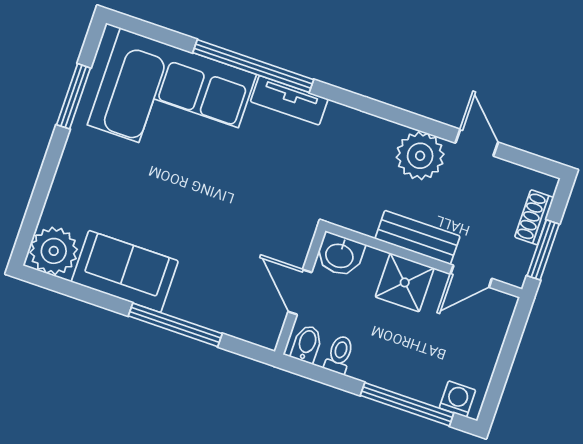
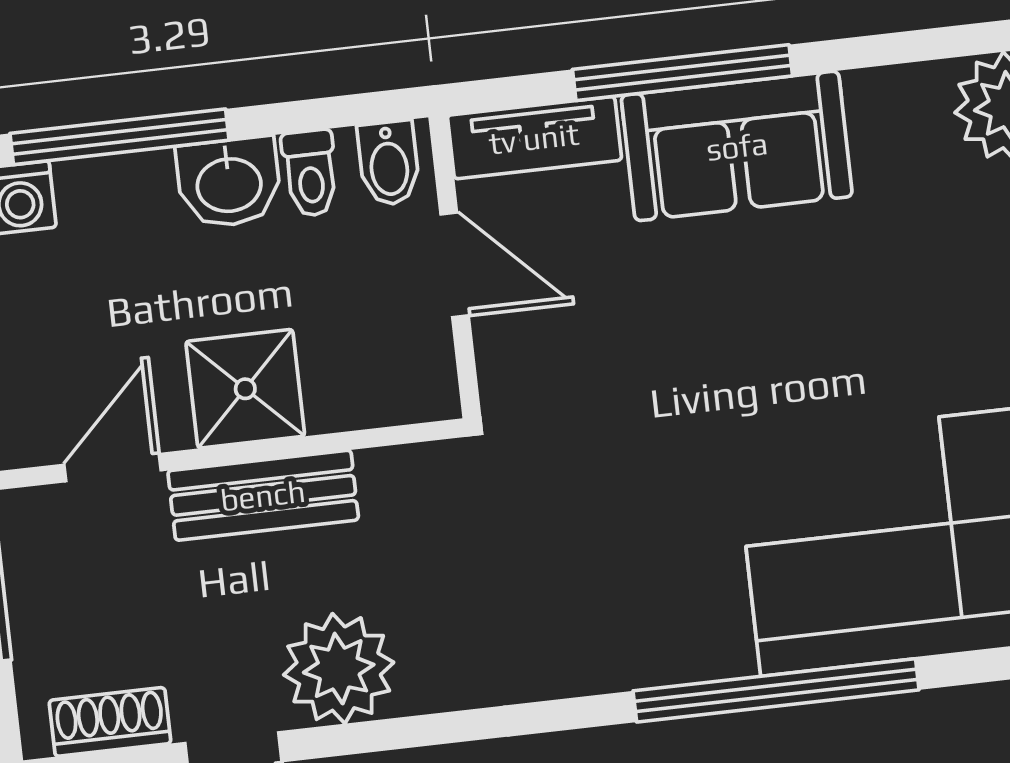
tv unit: (289, 100) -> (534, 138), moved, turned 180
shoe rack: (534, 217) -> (110, 722), moved, turned -90
washbasin: (340, 255) -> (229, 183), moved, turned 180
sofa: (125, 271) -> (737, 146), moved

